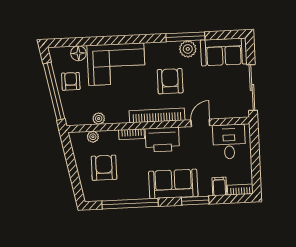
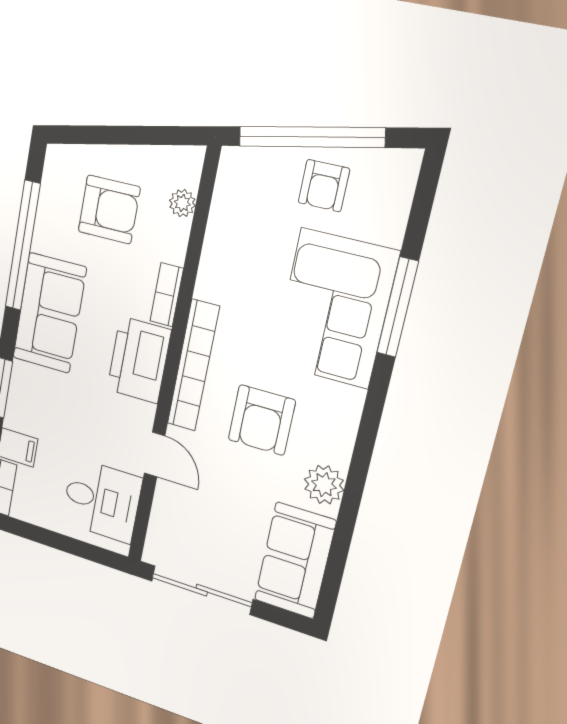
window: (185, 37) -> (398, 307), moved
floor lamp: (78, 53) -> (387, 224), removed
armchair: (71, 81) -> (324, 186), turned 90
armchair: (170, 81) -> (262, 420), turned 90
plant: (99, 119) -> (220, 229), removed
sofa: (173, 184) -> (49, 313), moved

